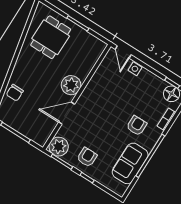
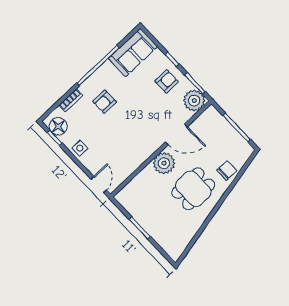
dining table: (51, 37) -> (193, 189), moved
side table: (135, 69) -> (80, 148), moved
armchair: (87, 157) -> (167, 81), turned 180
sofa: (130, 163) -> (133, 52), moved

